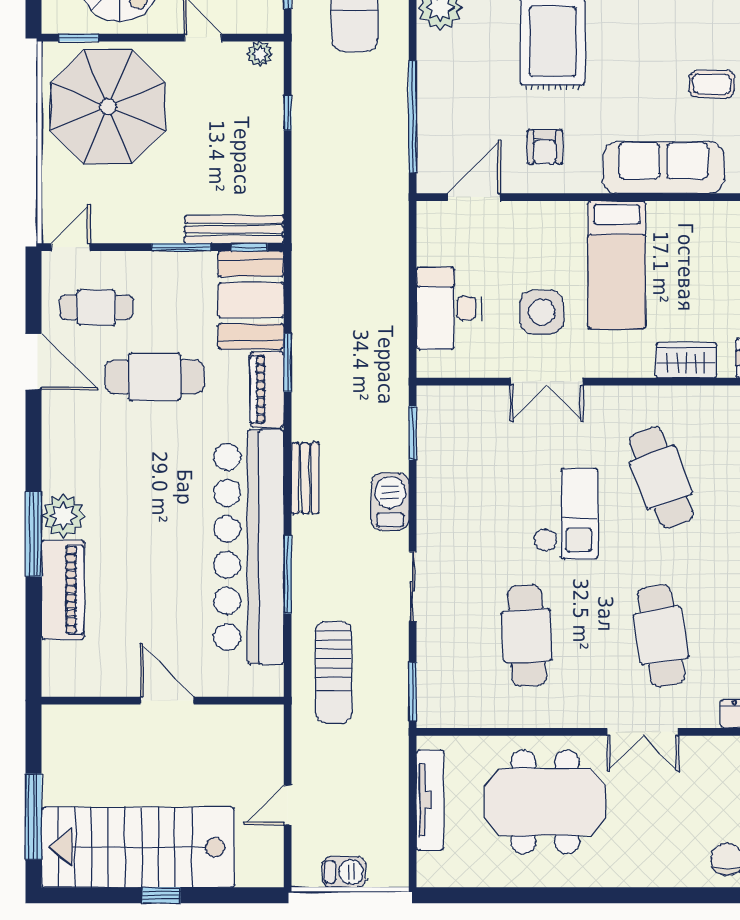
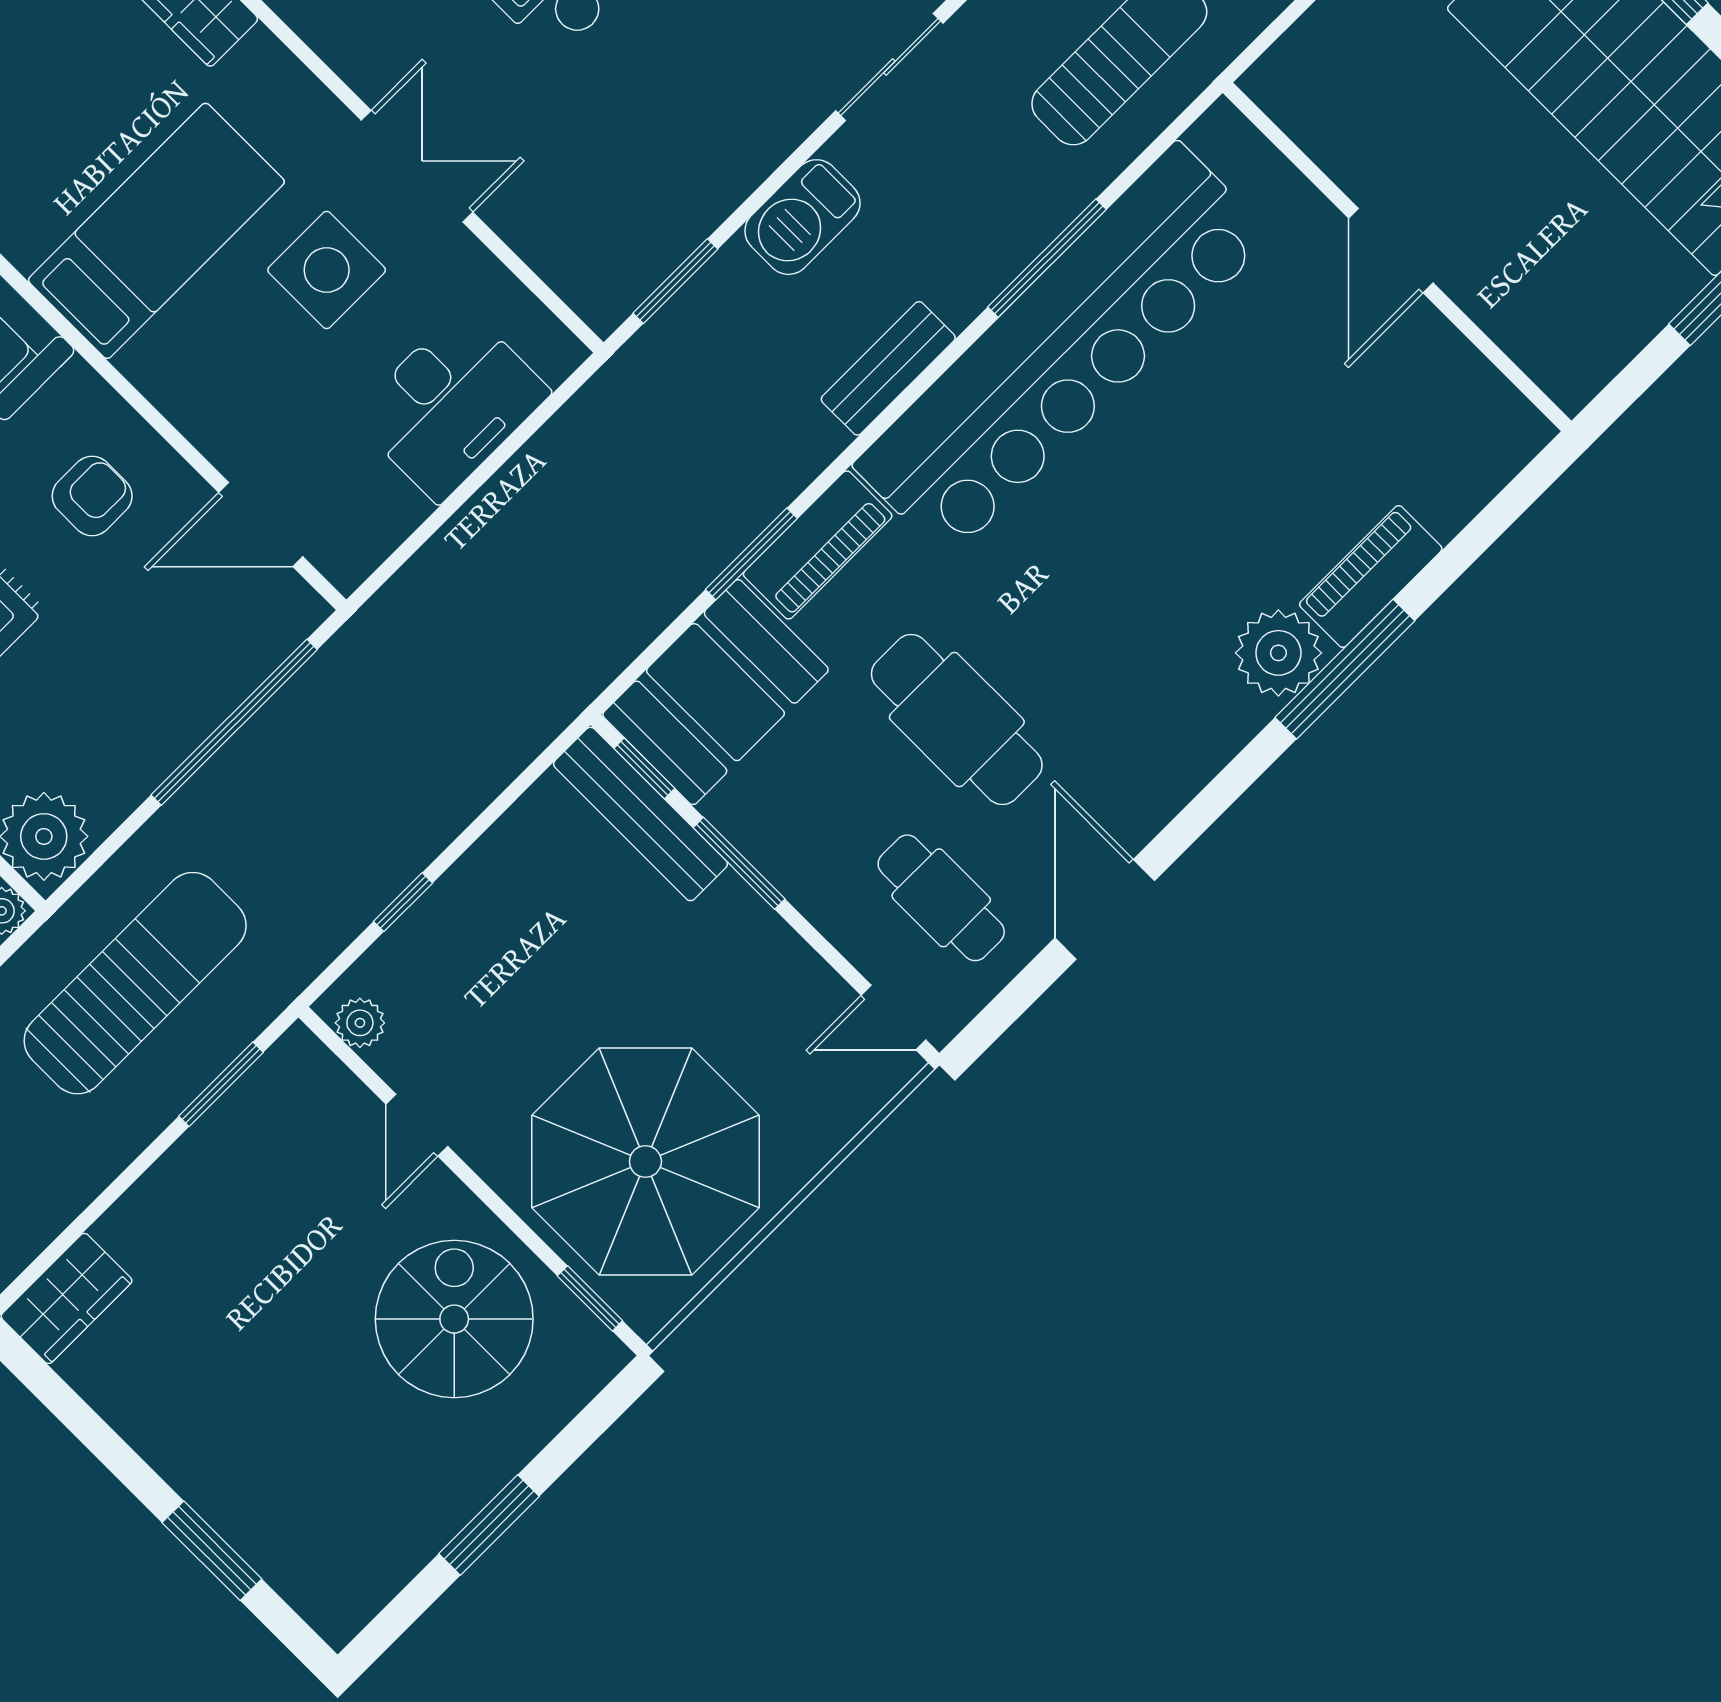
piano: (63, 590) -> (1371, 576), width x0.73, depth x0.75

